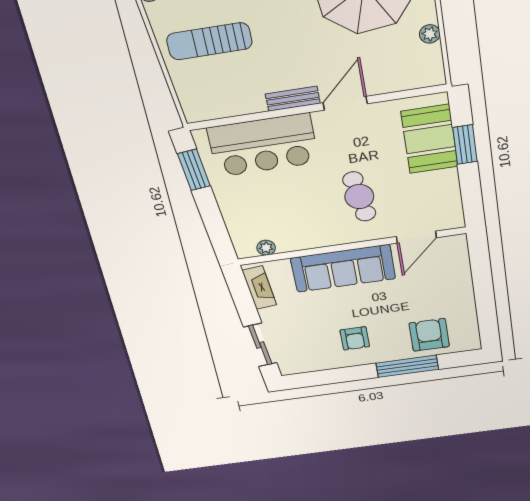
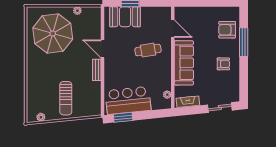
bar counter: (263, 145) -> (128, 100), moved, turned -96

